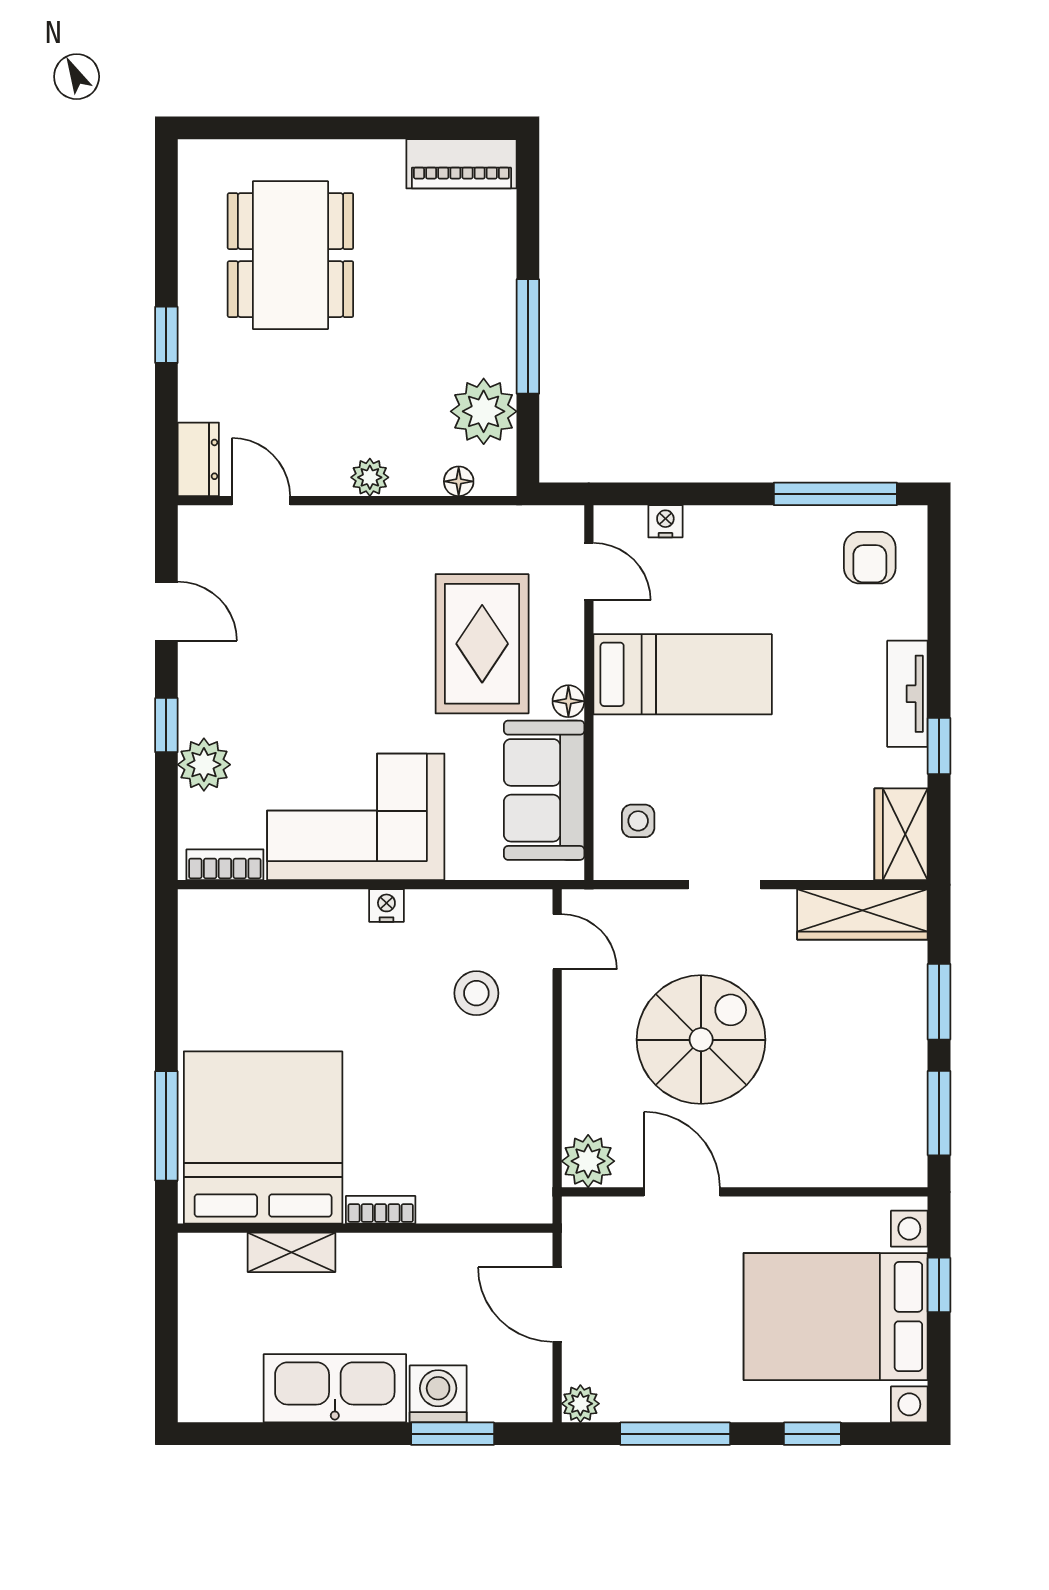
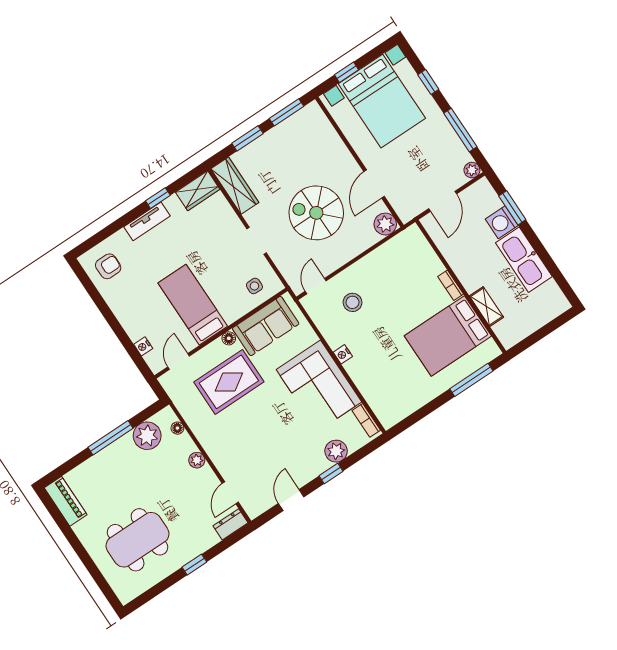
window: (835, 494) -> (94, 293), removed
bed: (263, 1137) -> (448, 336), width x0.73

